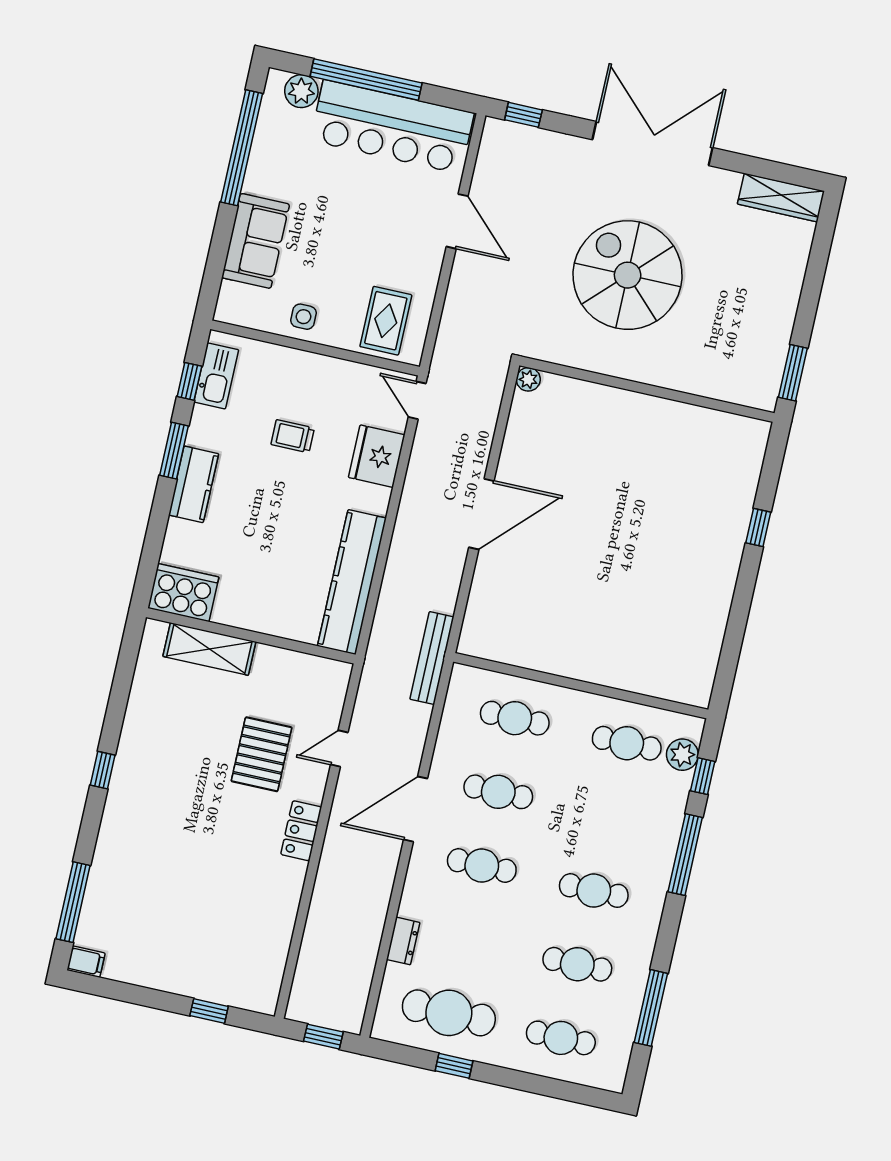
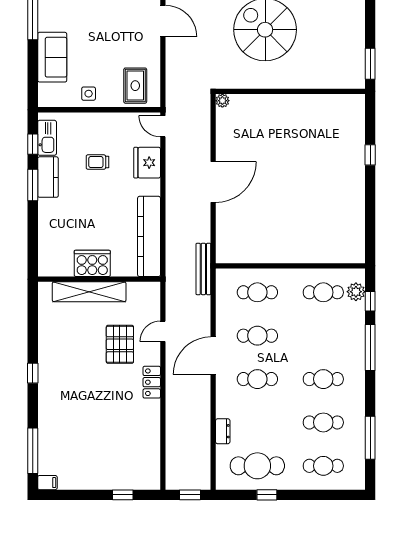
kitchen counter: (194, 484) -> (48, 177), moved
cooker: (183, 593) -> (92, 263), moved
shelving: (209, 649) -> (89, 292), width x1.47

